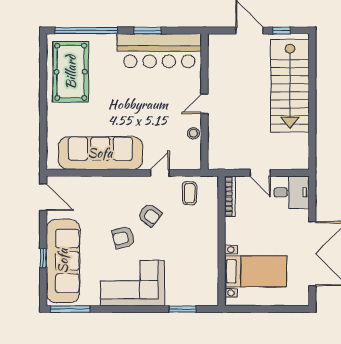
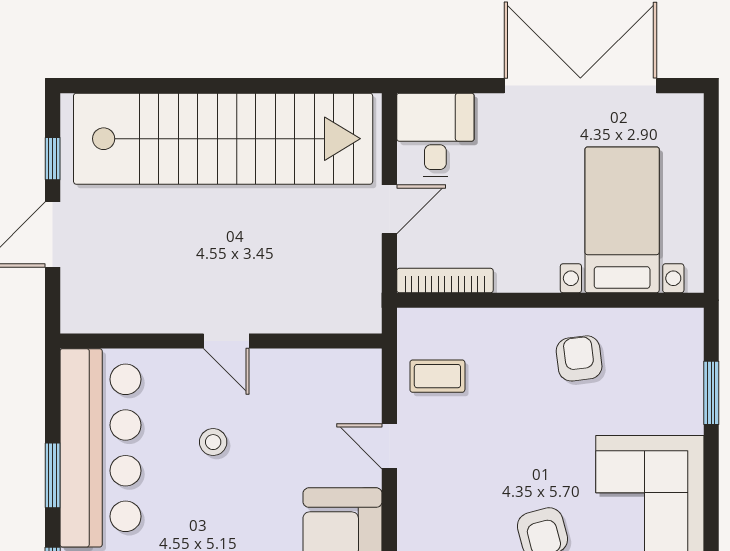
stairs: (290, 86) -> (223, 139), width x1.36
stool: (193, 133) -> (213, 442), moved
armchair: (150, 215) -> (579, 358), moved, turned -45

